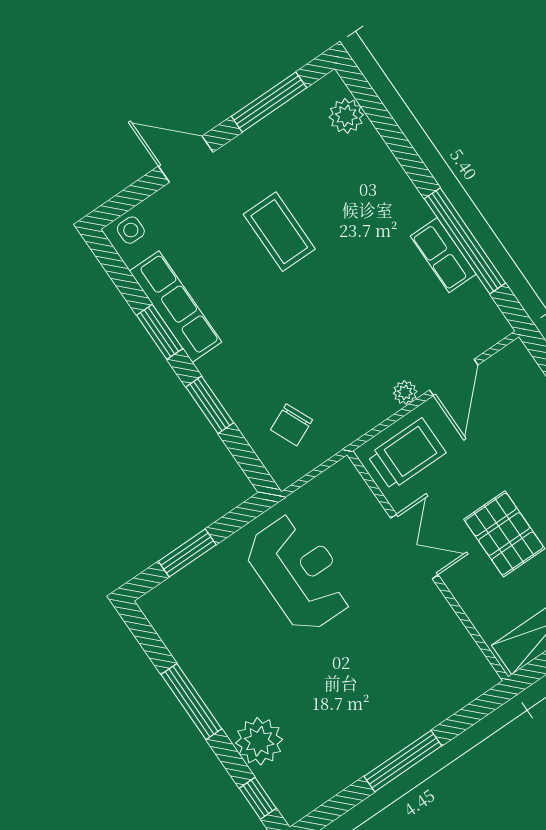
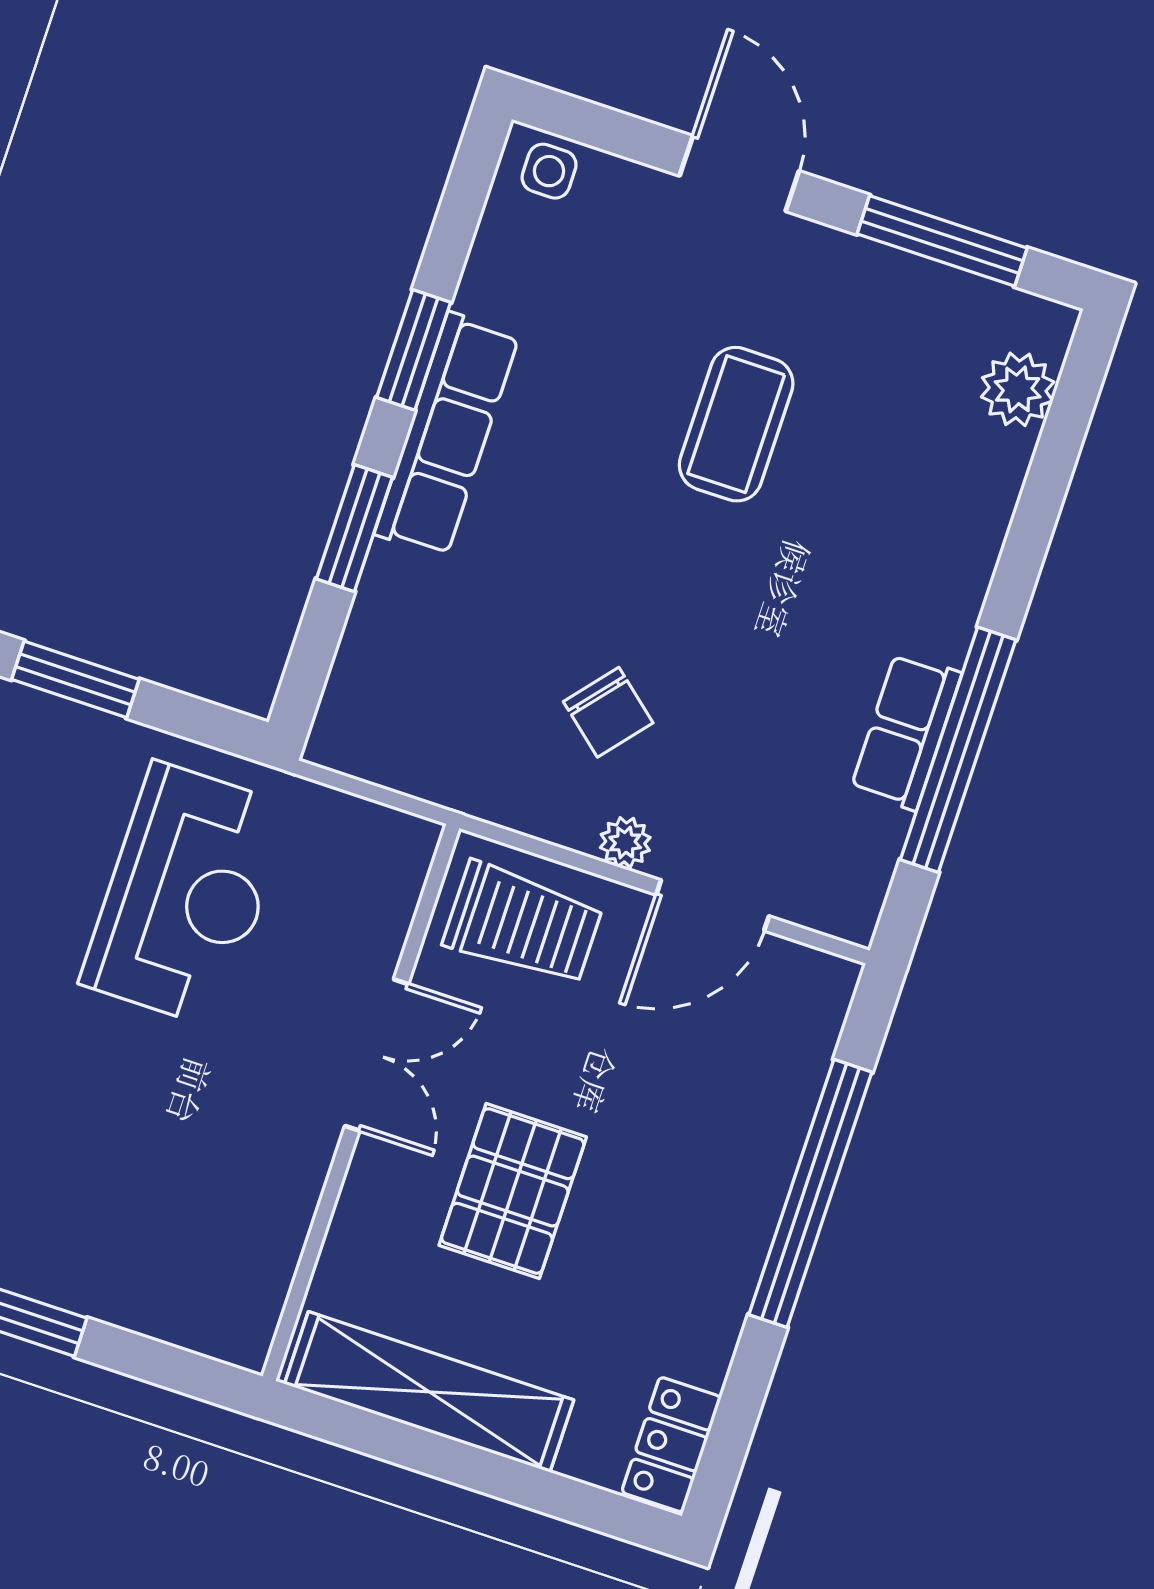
row of seats: (175, 307) -> (447, 435), moved
chair: (291, 425) -> (608, 712), moved, turned -116

